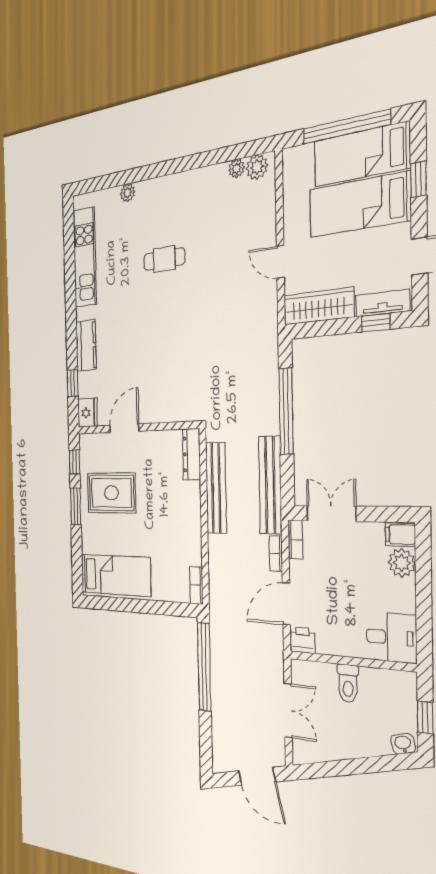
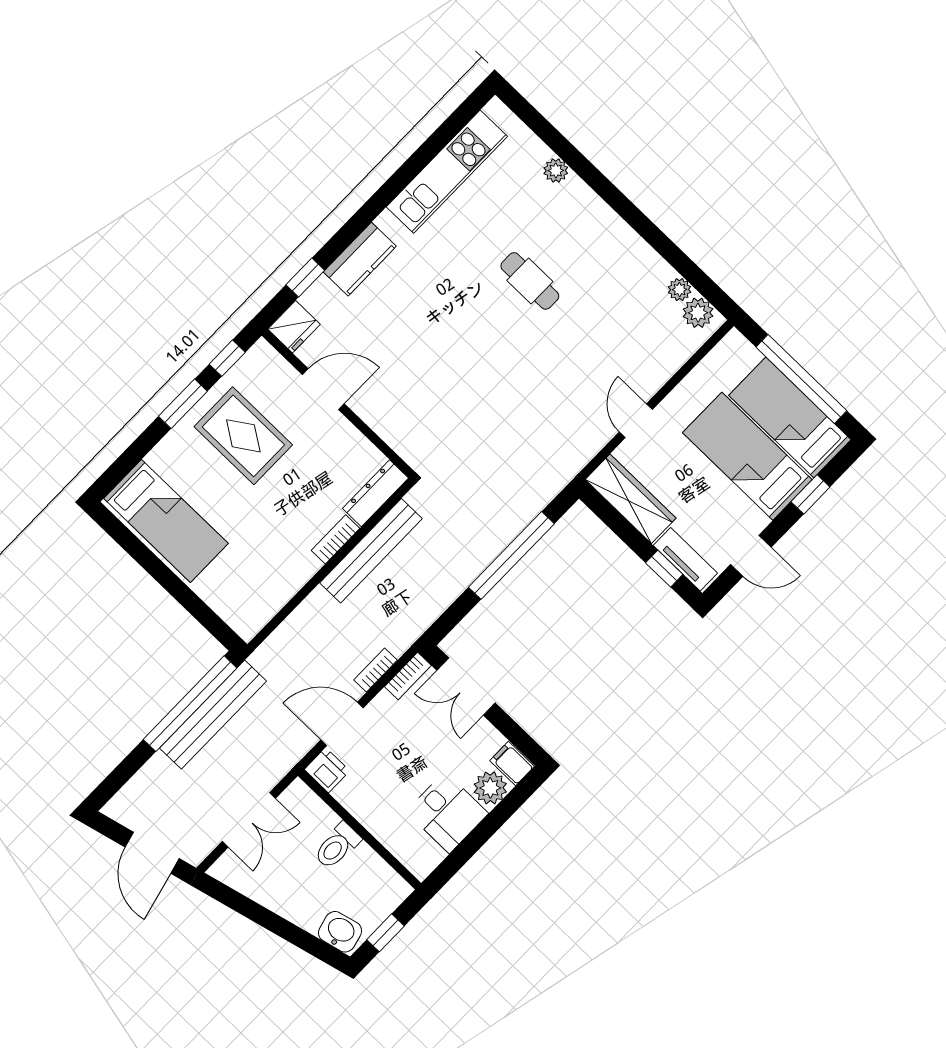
bench: (270, 485) -> (213, 715), moved
double door: (331, 514) -> (466, 687), swing flipped
bookcase: (196, 585) -> (335, 539), moved
desk: (391, 637) -> (447, 812), moved
washbasin: (403, 744) -> (340, 932), width x1.38, depth x1.45

